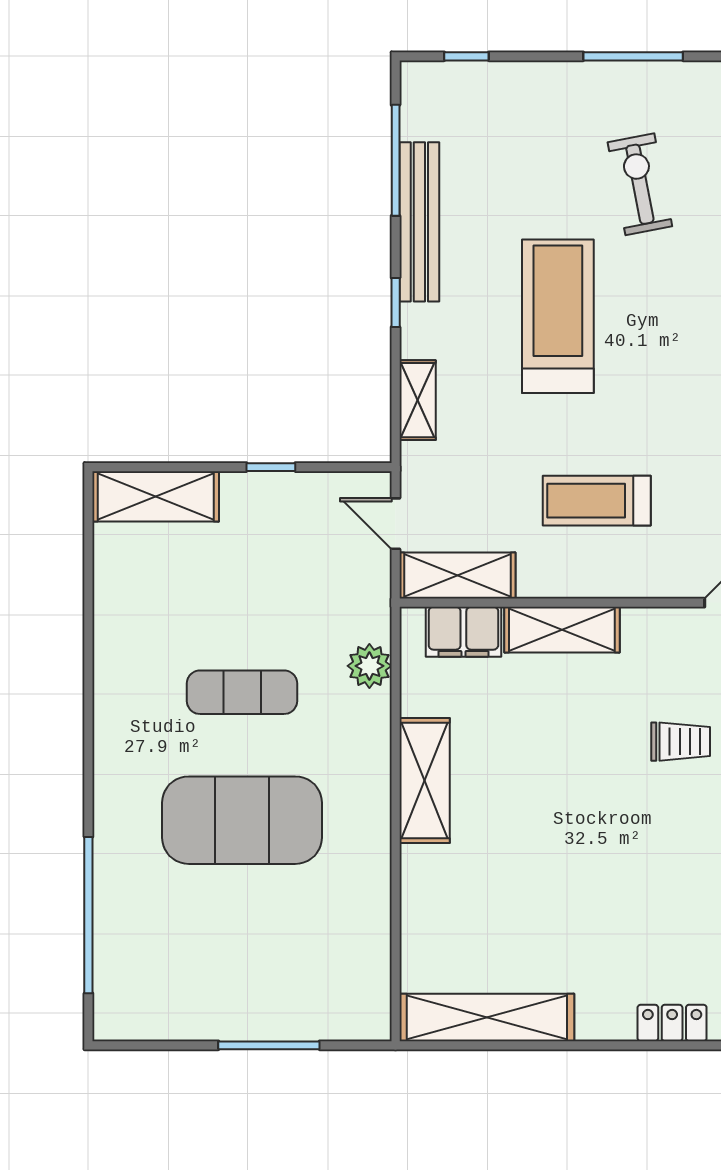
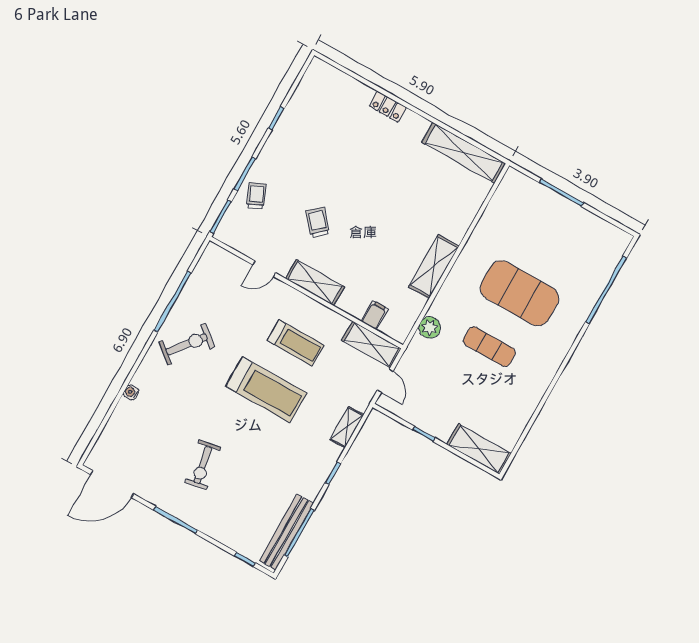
bench: (419, 222) -> (286, 532), moved
treadmill: (558, 316) -> (266, 390), moved, turned -90
shelving: (562, 630) -> (315, 283), moved
filing cabinet: (463, 632) -> (374, 315), width x0.50
trolley: (681, 742) -> (318, 222), turned 49

